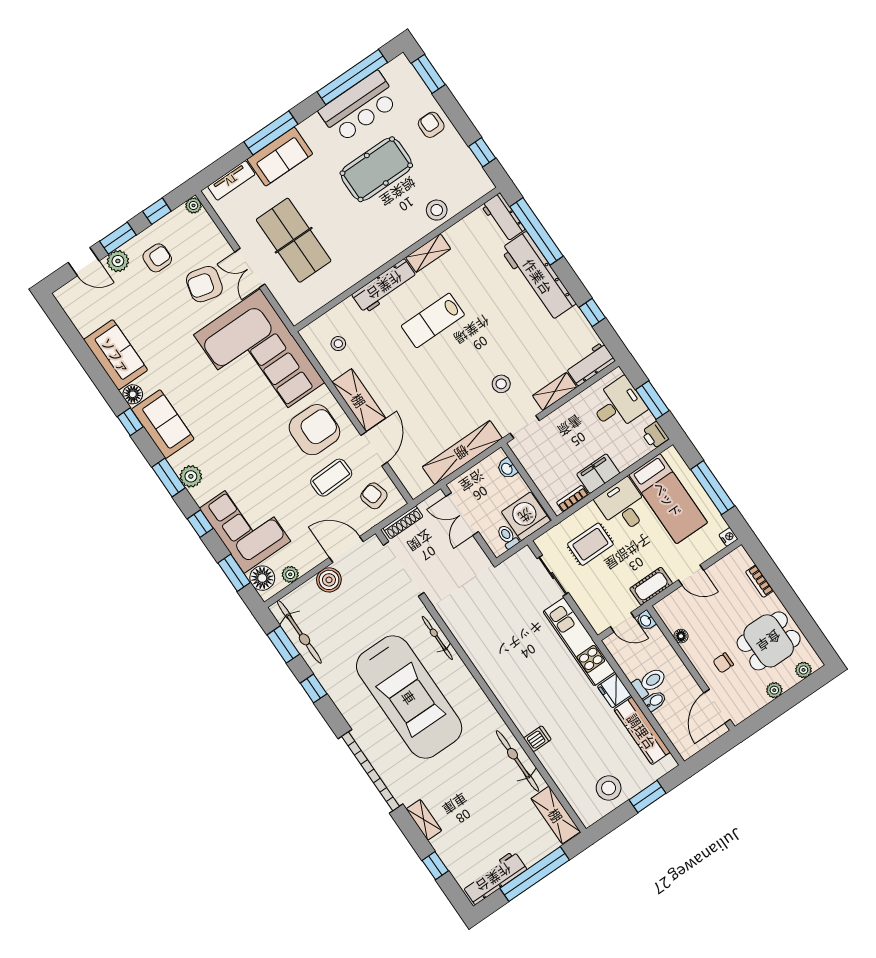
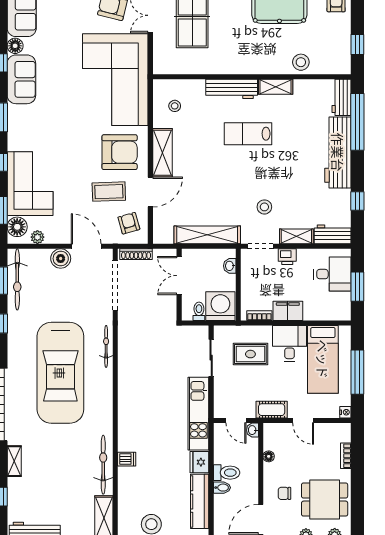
printer: (655, 435) -> (287, 257), moved, turned -90
plant: (191, 476) -> (16, 127), removed

